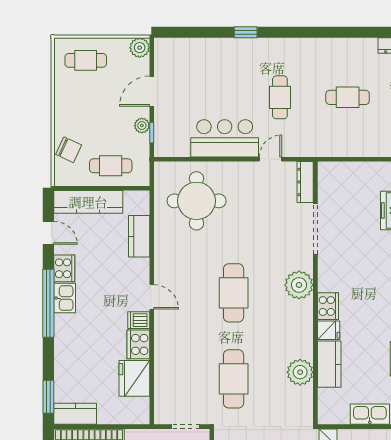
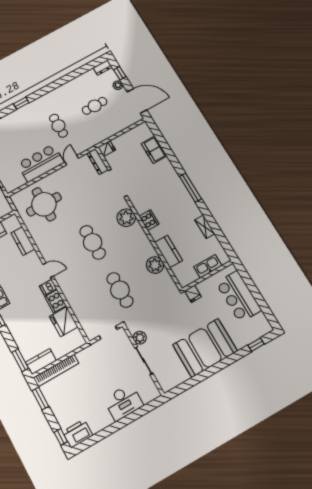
fridge: (329, 330) -> (107, 149), moved

